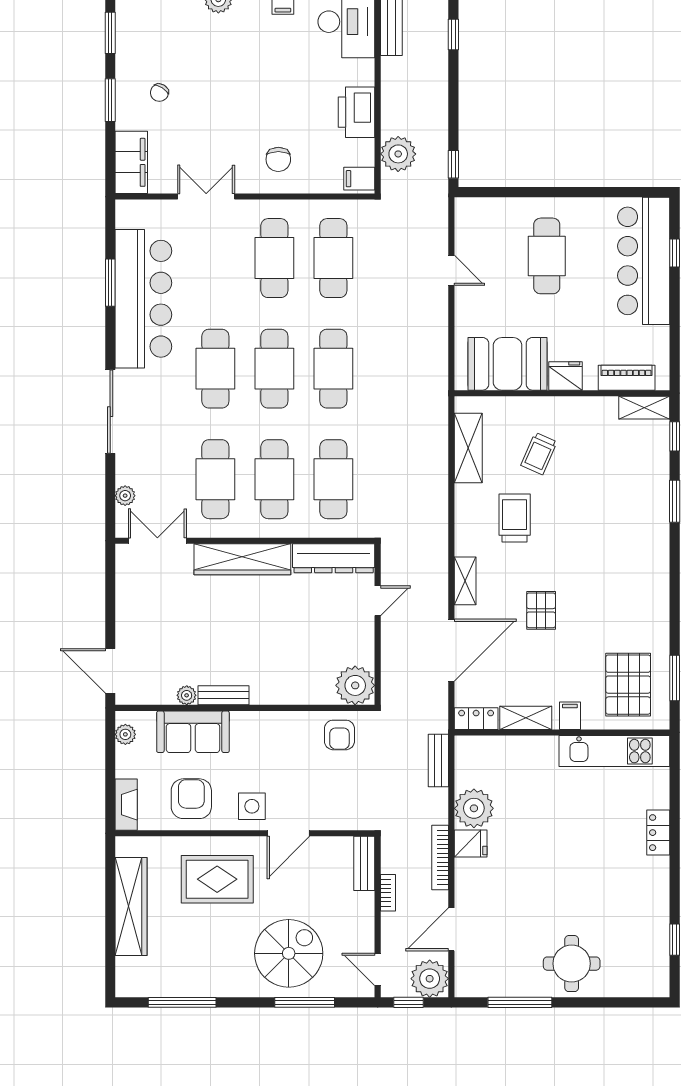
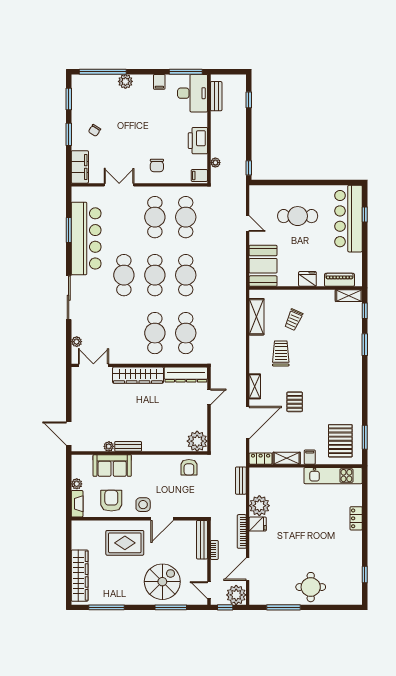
plant: (398, 154) -> (215, 163), width x0.53, depth x0.53
cafe table: (547, 256) -> (298, 216), turned 90
booth: (508, 364) -> (263, 266), moved, turned 90
cafe table: (215, 479) -> (124, 333), removed
plant: (125, 734) -> (77, 484), moved
bench: (364, 863) -> (202, 540), width x1.36
wardrobe: (131, 907) -> (80, 576), moved

